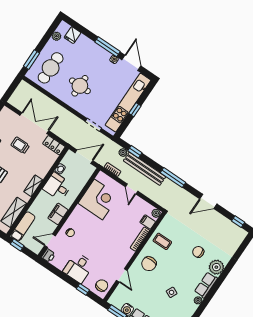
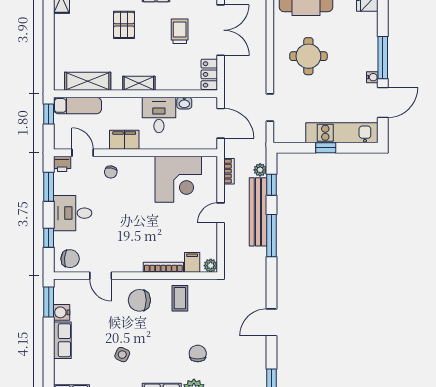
kitchen unit: (128, 103) -> (342, 133), width x0.73
window: (173, 178) -> (271, 236), moved
door: (208, 201) -> (271, 322), hinge flipped
window: (56, 271) -> (49, 187), added
door: (122, 275) -> (101, 276), hinge flipped

